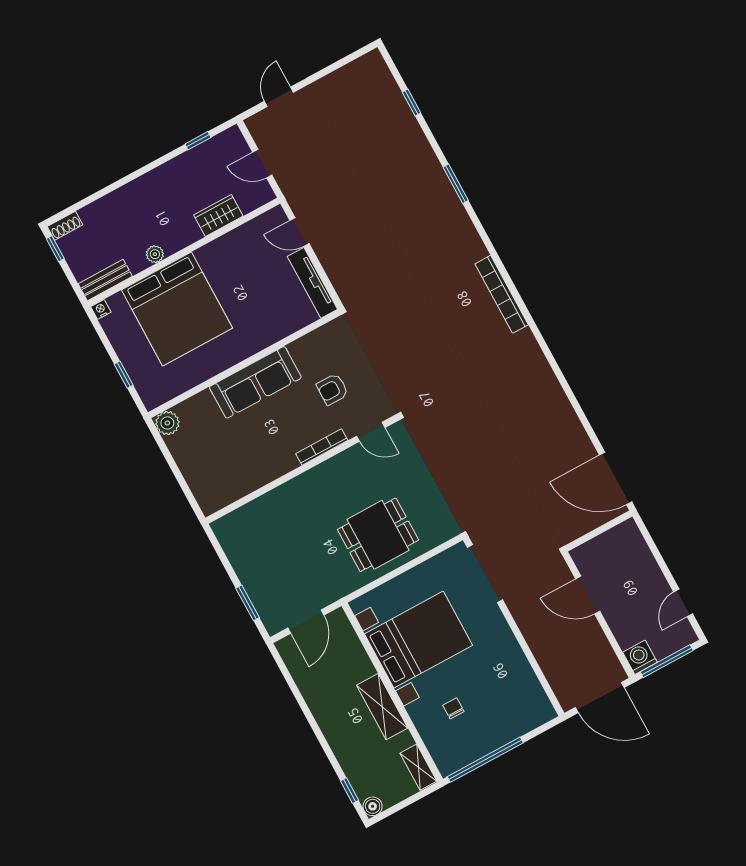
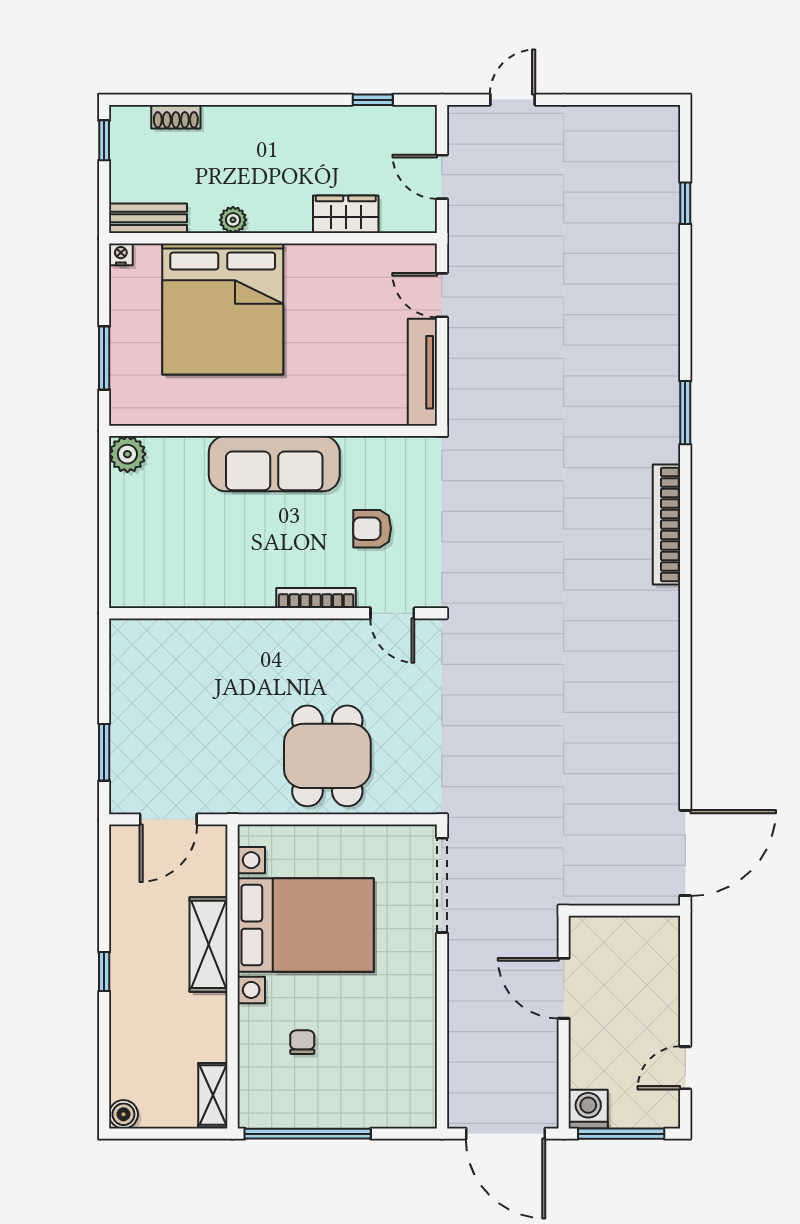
window: (456, 184) -> (685, 413), moved
shoe rack: (65, 226) -> (176, 117), moved
window: (124, 375) -> (104, 358), width x1.50
door: (616, 478) -> (685, 853), swing flipped
dining table: (378, 535) -> (327, 756), turned 90
shelving: (382, 707) -> (208, 944), moved
window: (349, 791) -> (104, 972), moved

